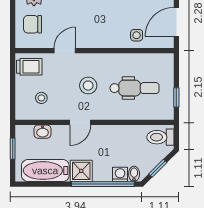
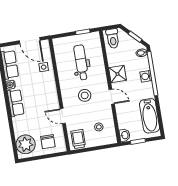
washbasin: (43, 132) -> (125, 135), moved
shower: (81, 171) -> (118, 74), moved
washing machine: (120, 174) -> (146, 76), moved

